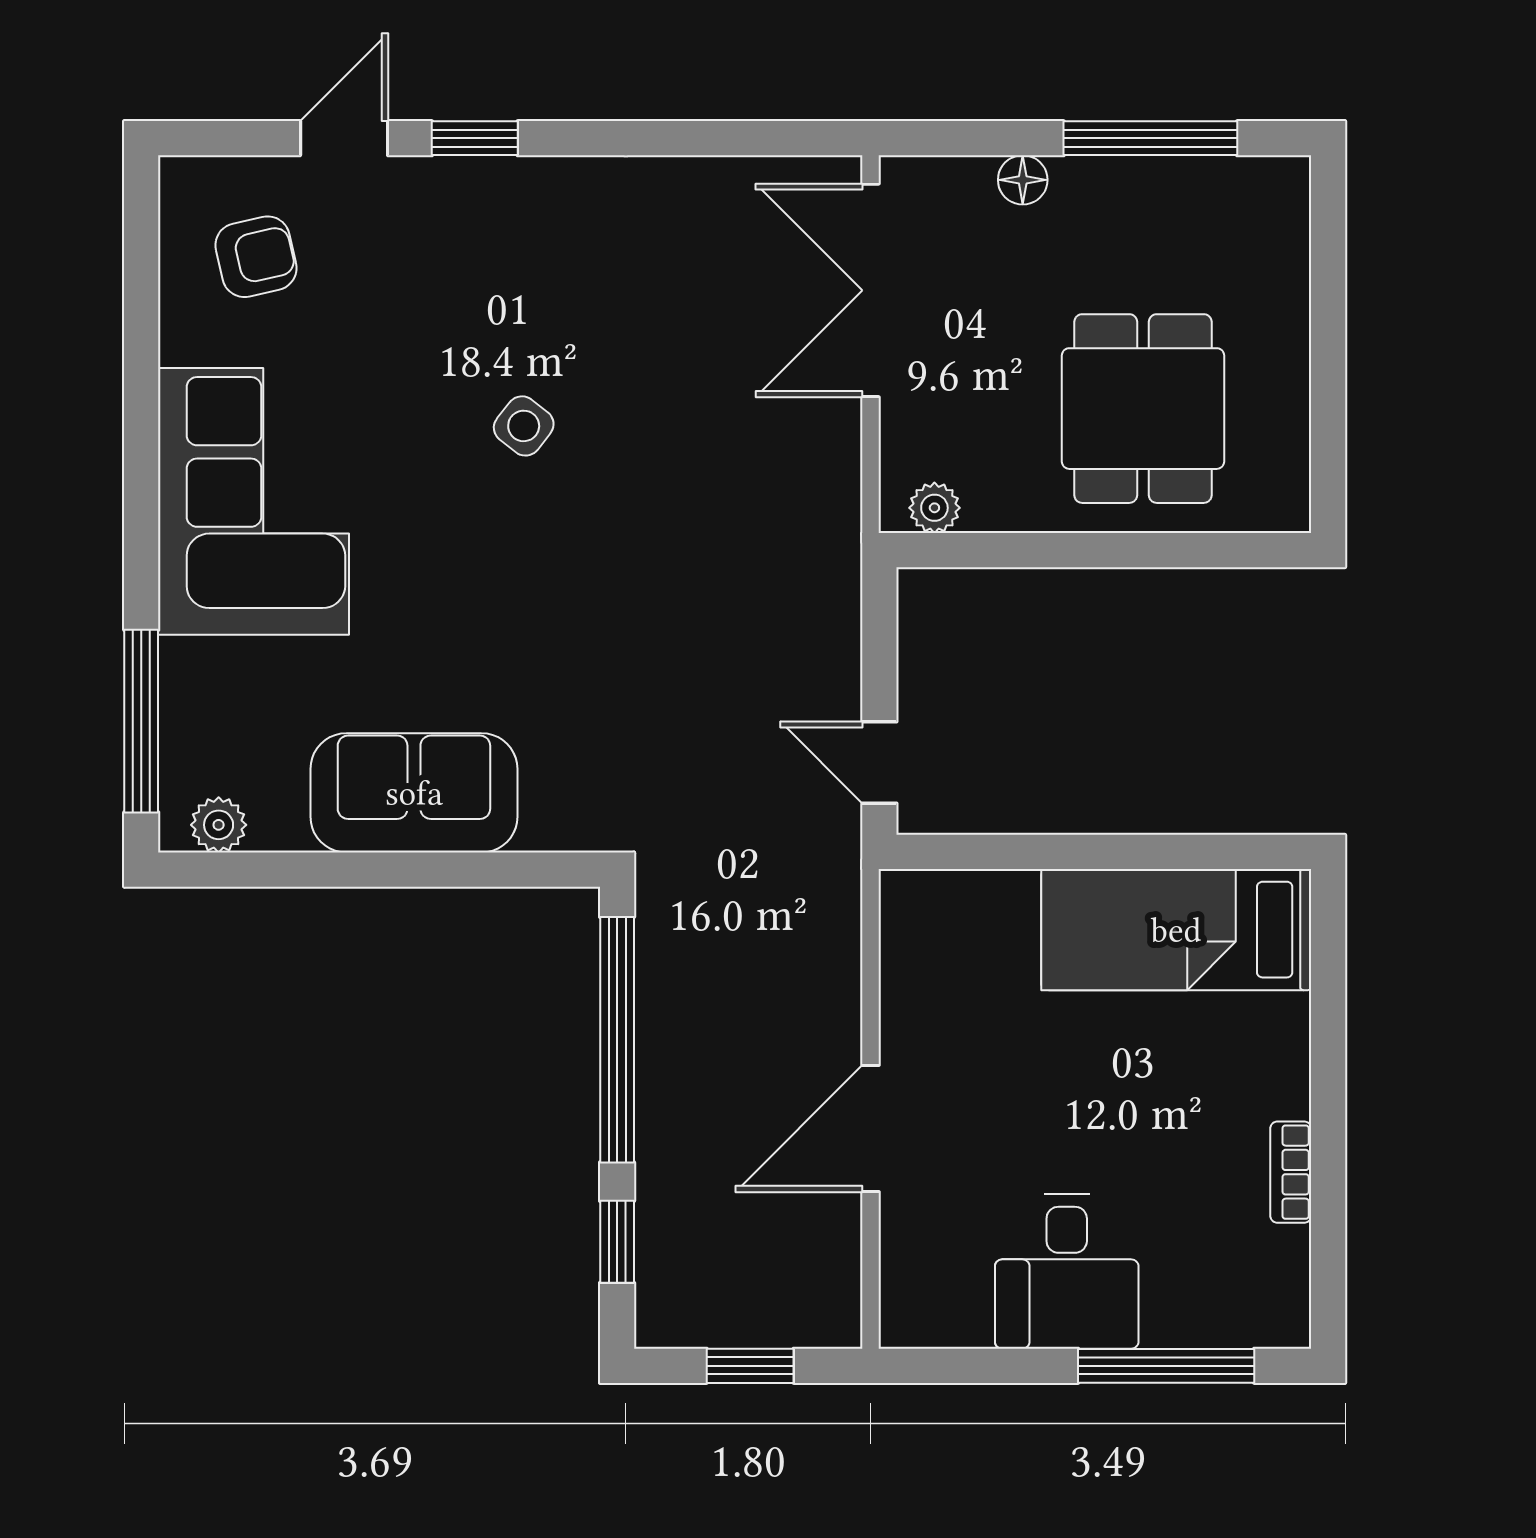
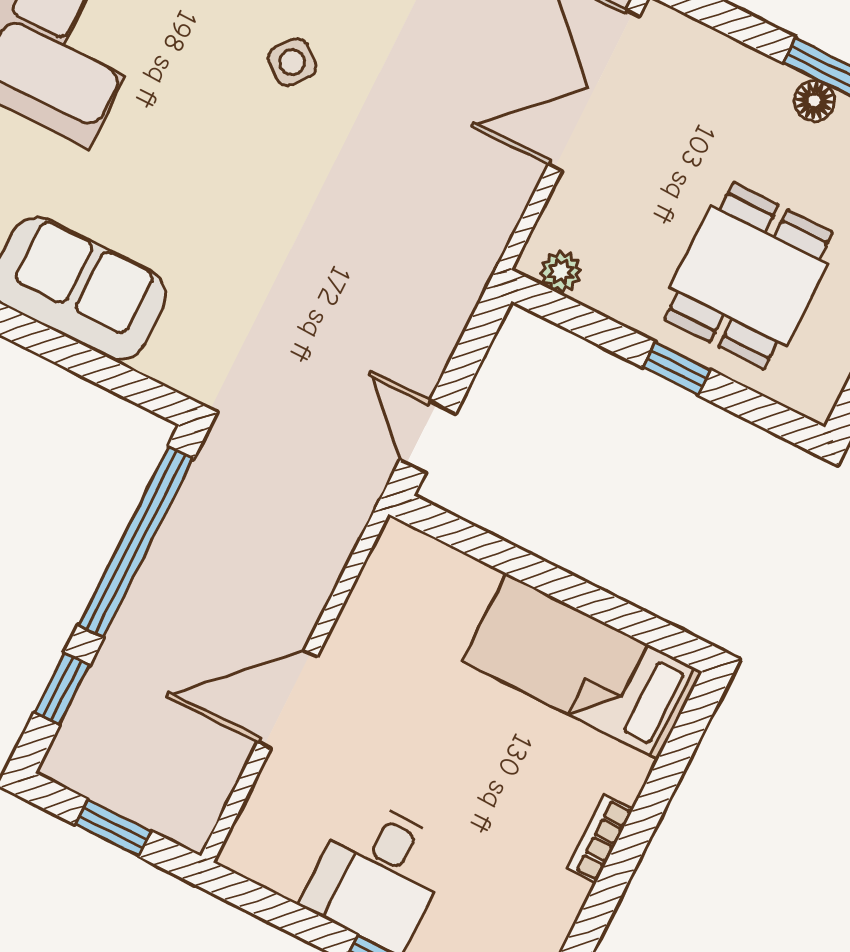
floor lamp: (1023, 180) -> (814, 101), moved
window: (1115, 550) -> (677, 368), added
bookcase: (1291, 1172) -> (600, 839), moved

